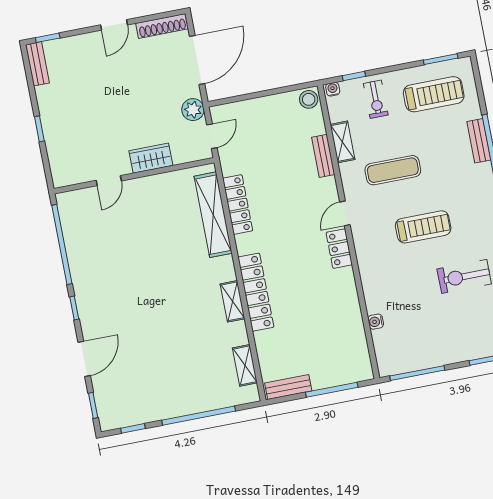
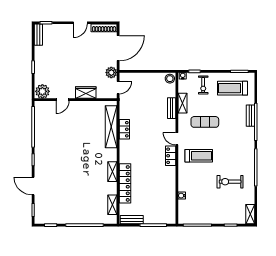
treadmill: (434, 94) -> (232, 88), turned 180
plant: (67, 172) -> (42, 91), added
locker: (238, 205) -> (124, 129), width x0.66
door: (345, 213) -> (177, 139), hinge flipped
treadmill: (423, 227) -> (199, 156), moved
locker: (256, 292) -> (125, 183), moved
door: (84, 359) -> (33, 186), swing flipped

